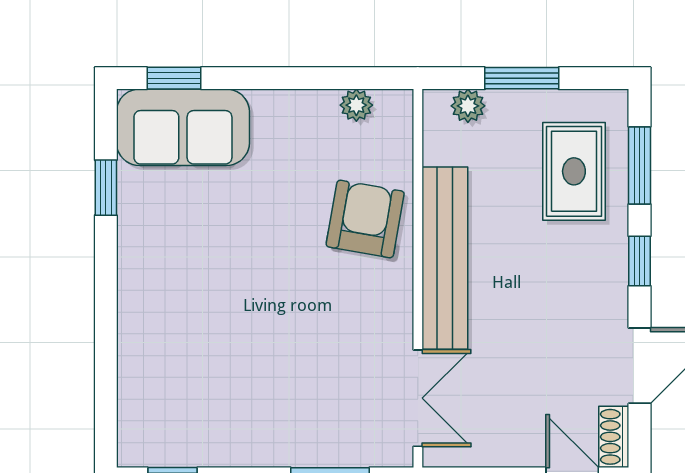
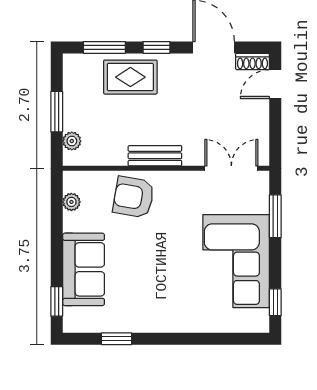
sofa: (183, 127) -> (84, 269), moved
rug: (574, 171) -> (130, 77), moved
bench: (445, 258) -> (155, 156), width x0.54, depth x0.82
corner sofa: (248, 407) -> (236, 261), added

